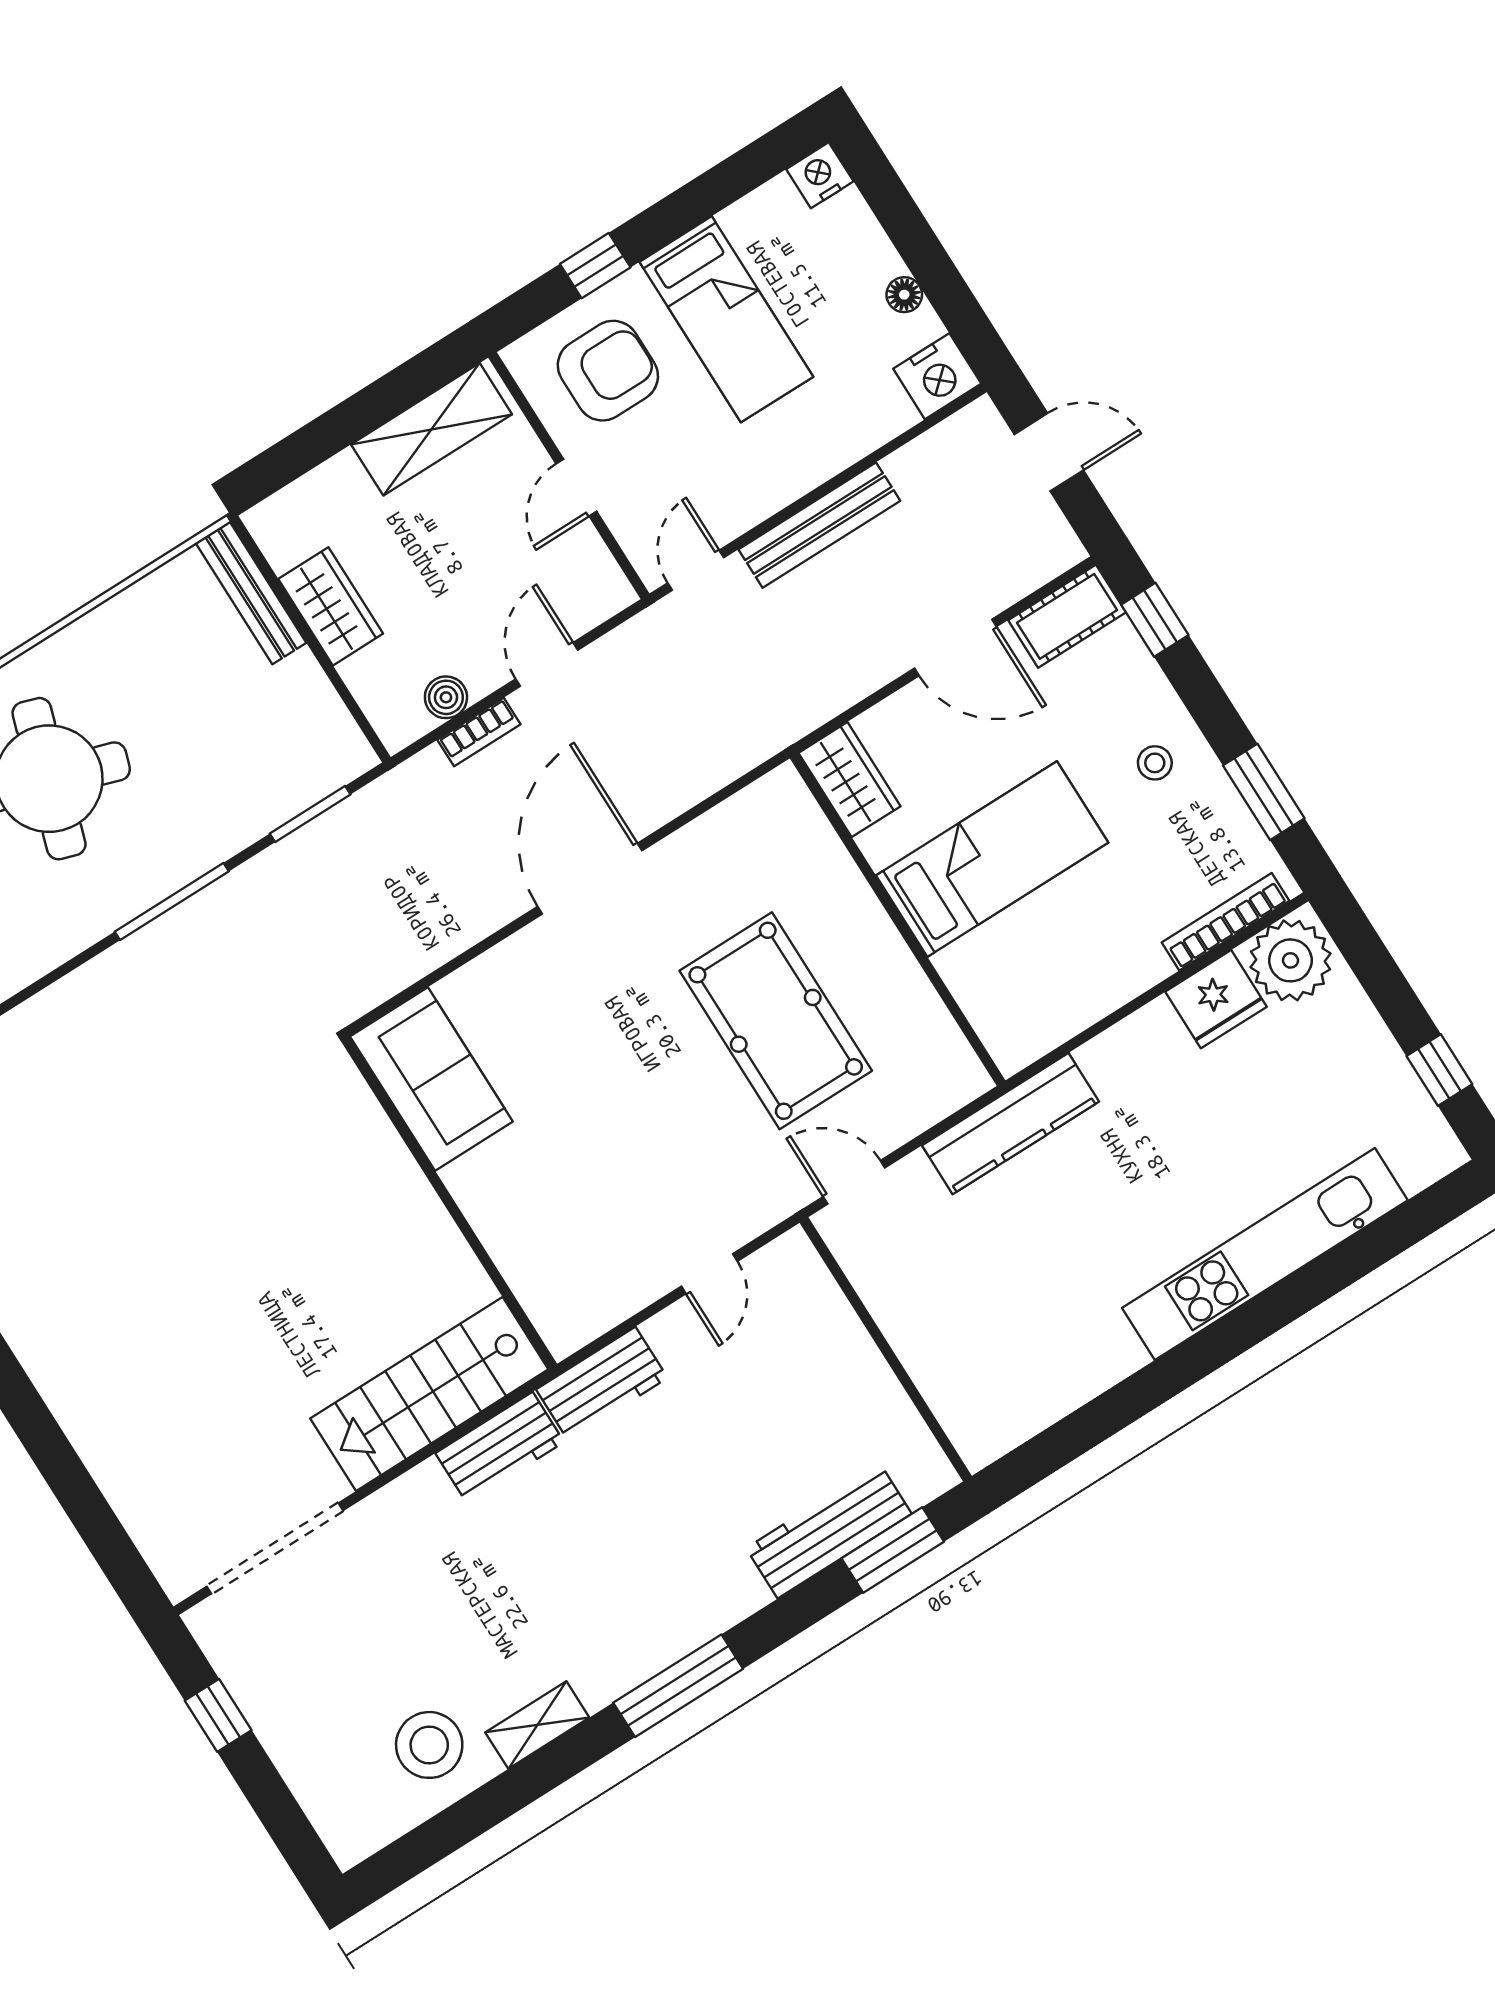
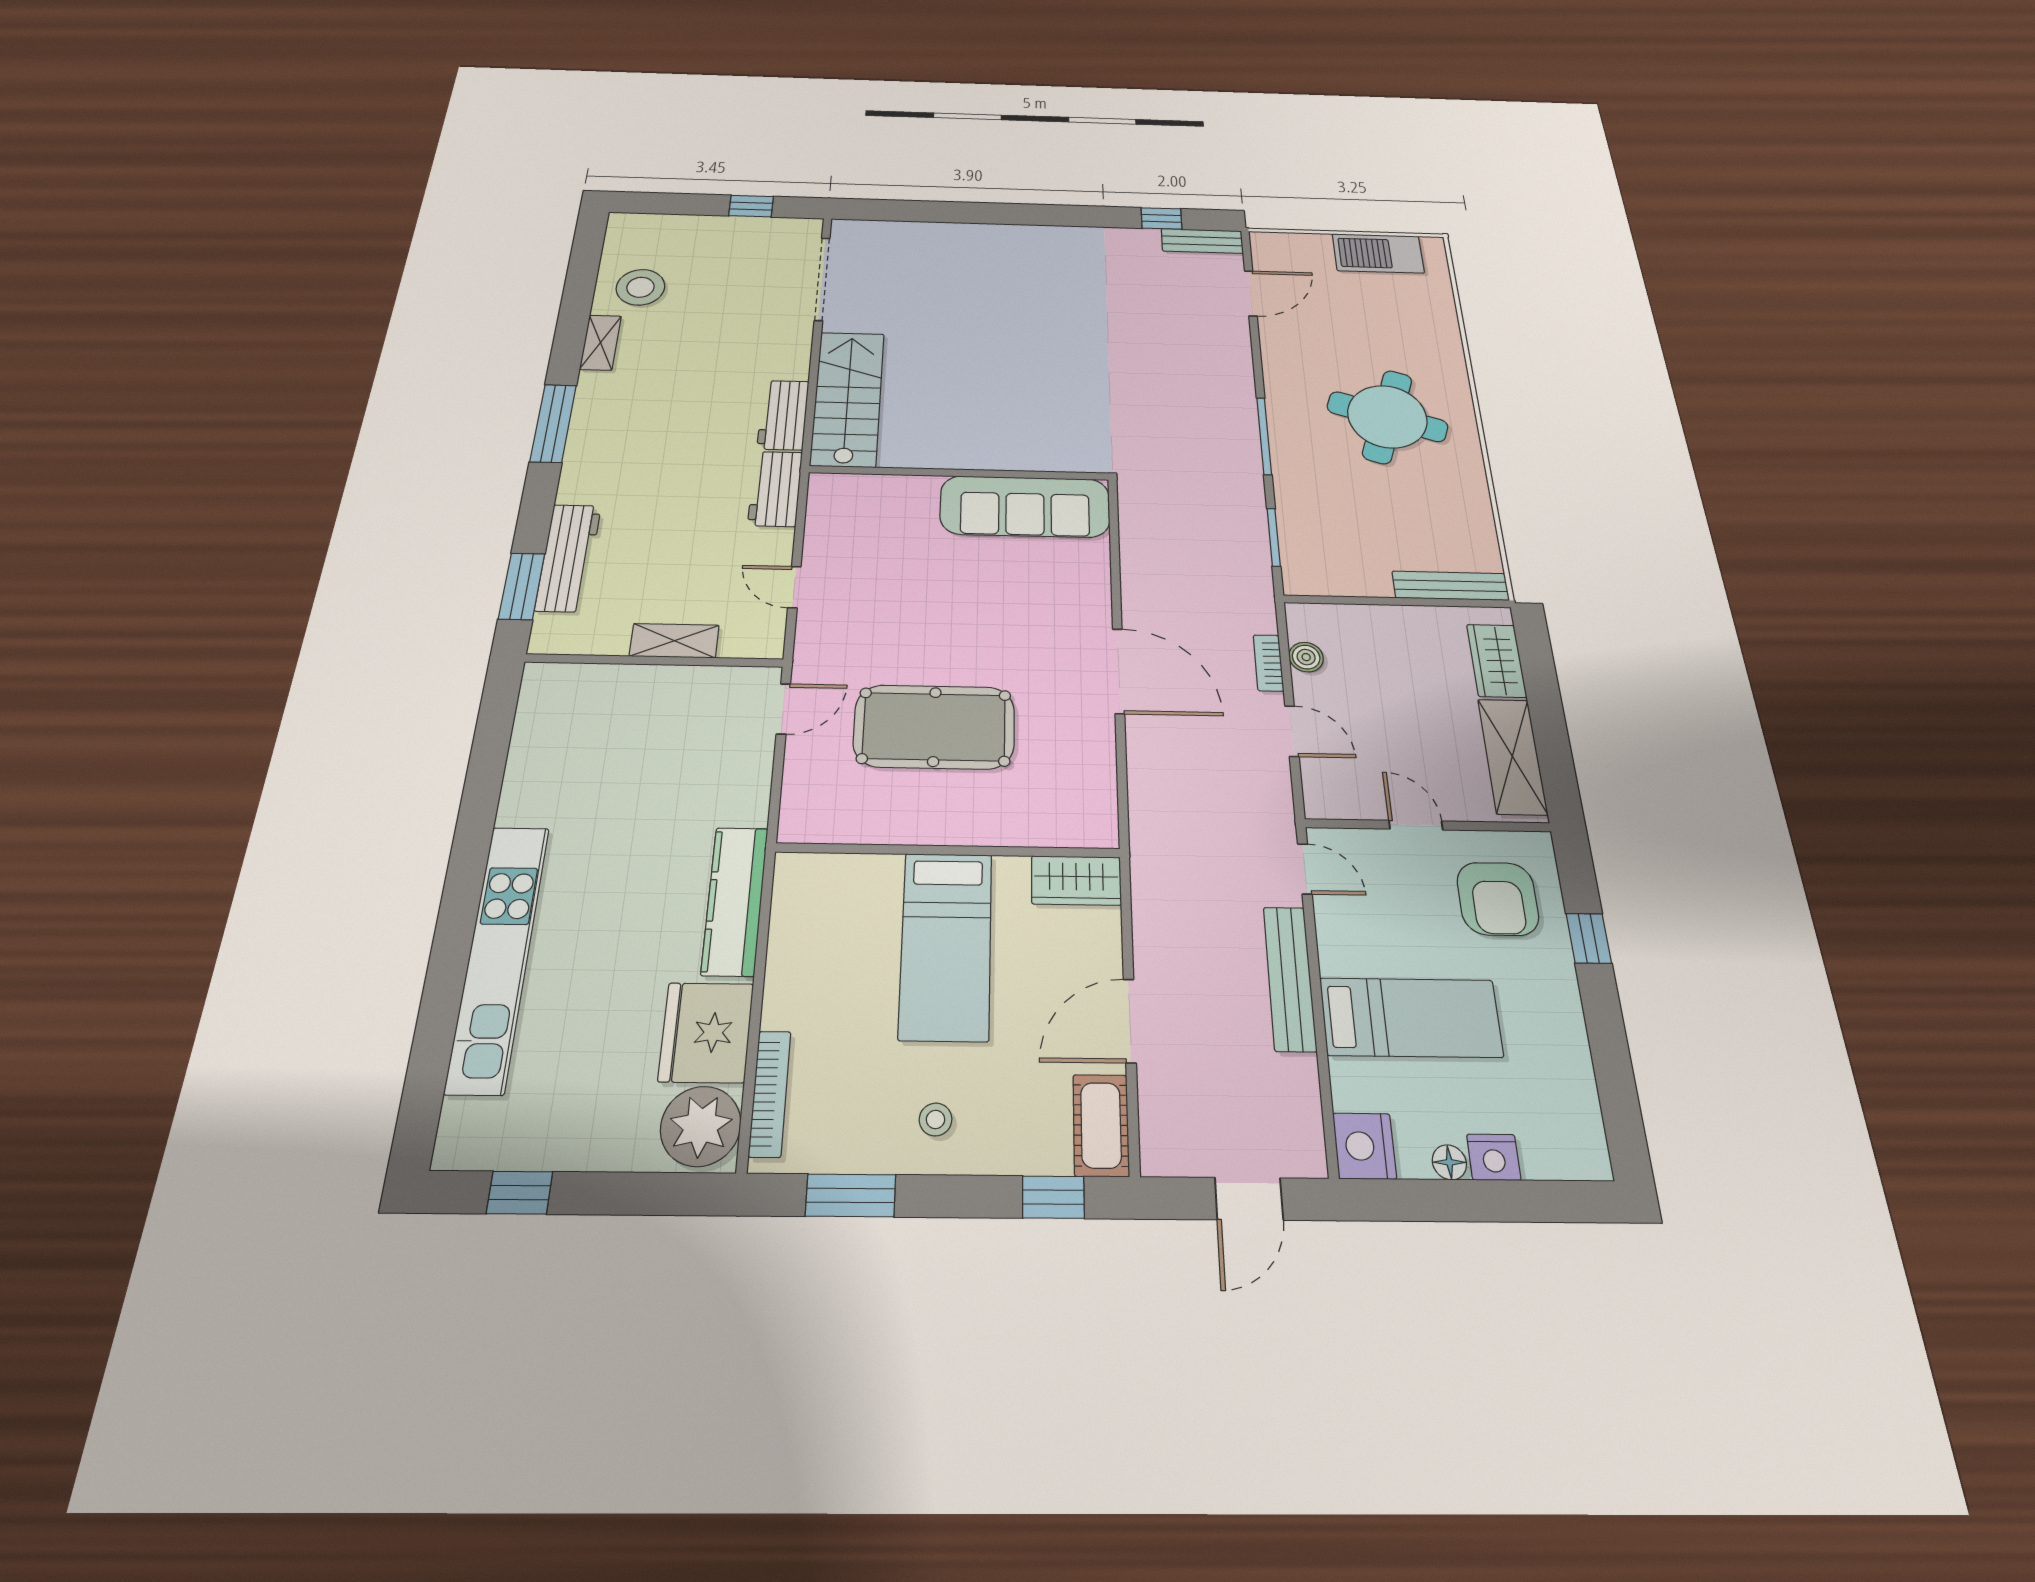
nightstand: (820, 175) -> (1494, 1157), moved, turned 90
bed: (726, 319) -> (1411, 1018), moved, turned 180
wardrobe: (331, 606) -> (1496, 661), moved, turned 90
fridge: (1216, 999) -> (706, 1032), width x1.36, depth x1.34
sofa: (431, 1079) -> (1025, 506), width x1.36
kitchen counter: (1011, 1124) -> (735, 901), moved
shelving: (851, 1347) -> (674, 641), added

